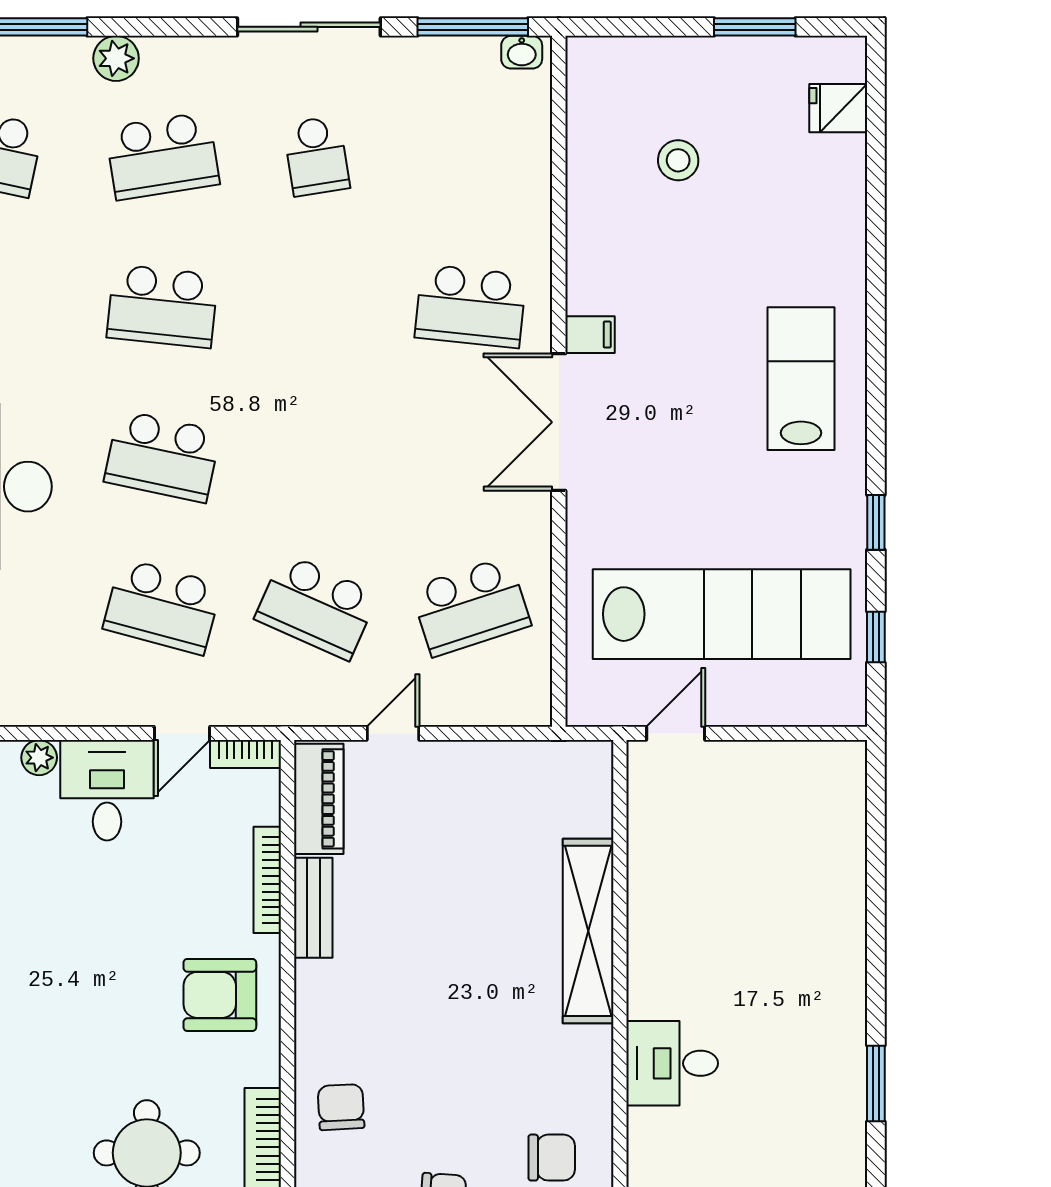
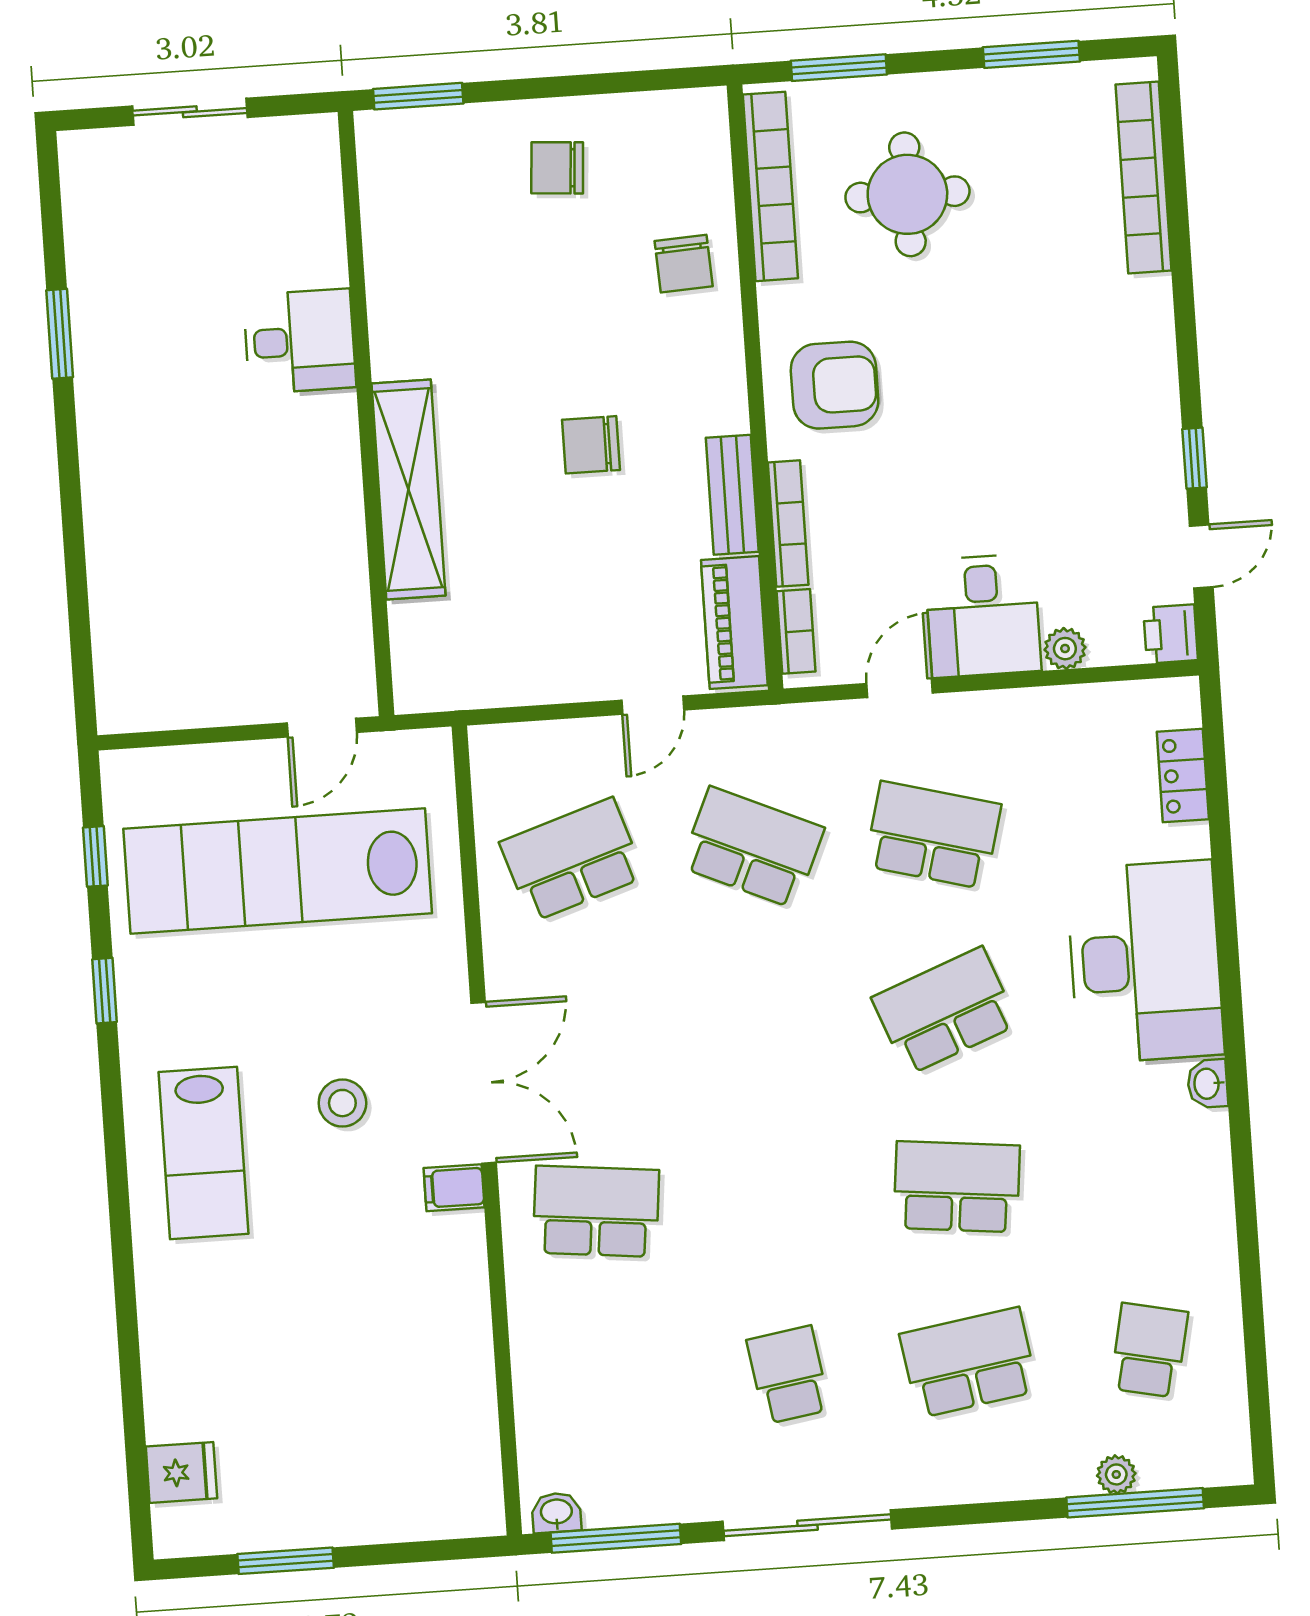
plant: (116, 58) -> (1116, 1474), moved, width x0.73, depth x0.73
stool: (678, 160) -> (342, 1103), moved
school desk: (162, 456) -> (945, 1011), turned -33
bookcase: (246, 754) -> (796, 631), moved, turned 90
chair: (552, 1158) -> (591, 445), moved

